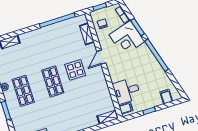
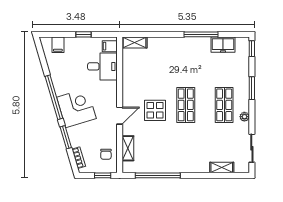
corner desk: (127, 38) -> (76, 108), moved

